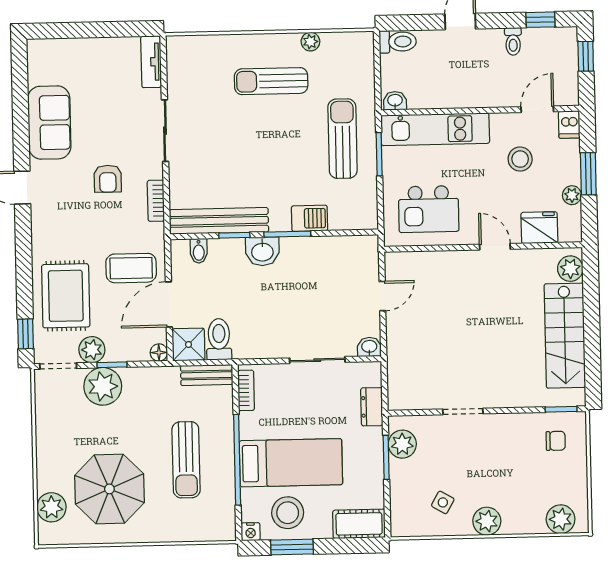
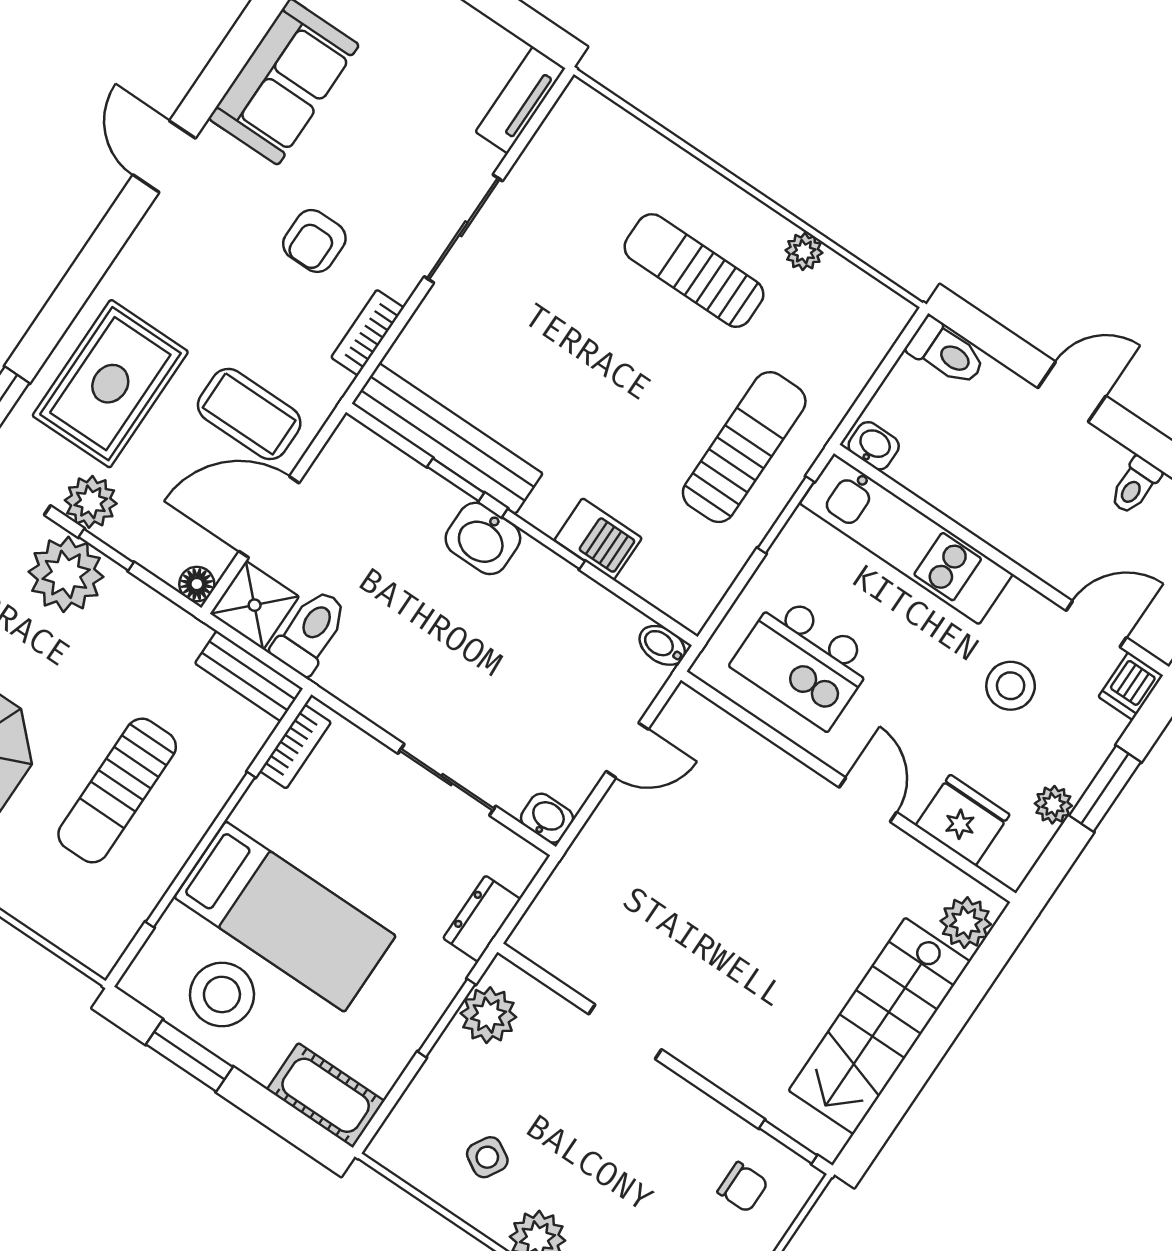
bidet: (199, 251) -> (662, 645), moved, turned 90
nightstand: (251, 532) -> (140, 983), removed

